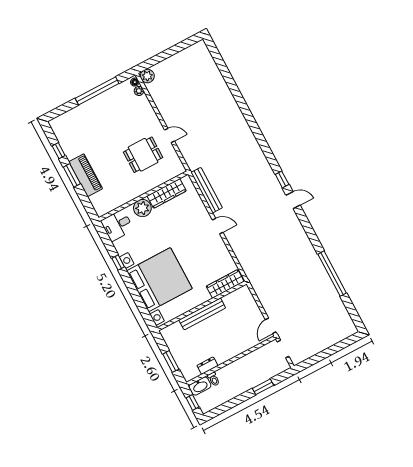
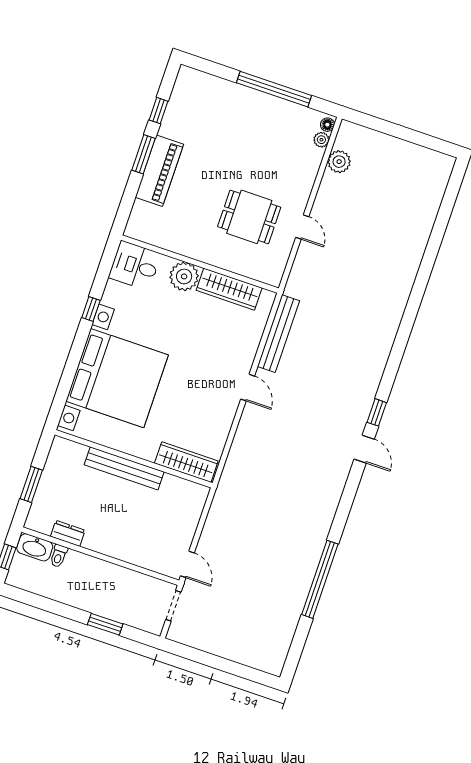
plant: (147, 76) -> (339, 162), moved
door: (271, 326) -> (187, 564), swing flipped

